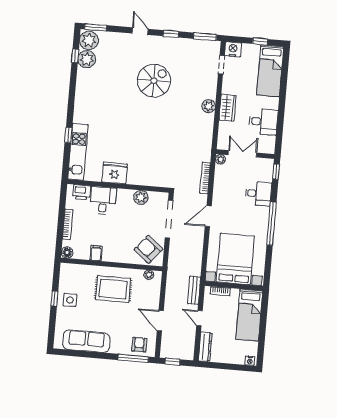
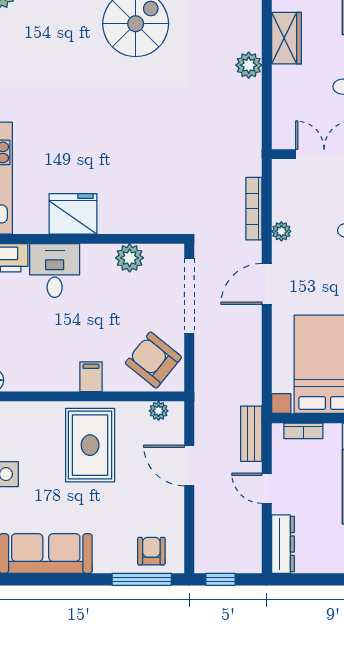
wardrobe: (227, 108) -> (286, 38), moved
plant: (220, 159) -> (281, 231), moved
filing cabinet: (96, 253) -> (91, 377), moved
rug: (113, 289) -> (90, 445), turned 90
door: (160, 321) -> (189, 466), moved

